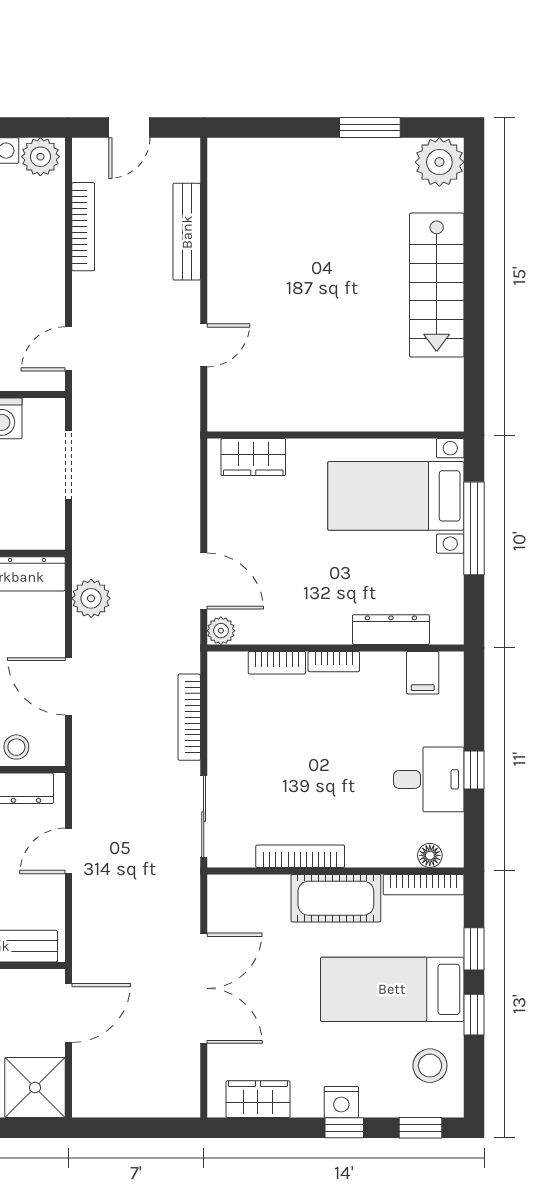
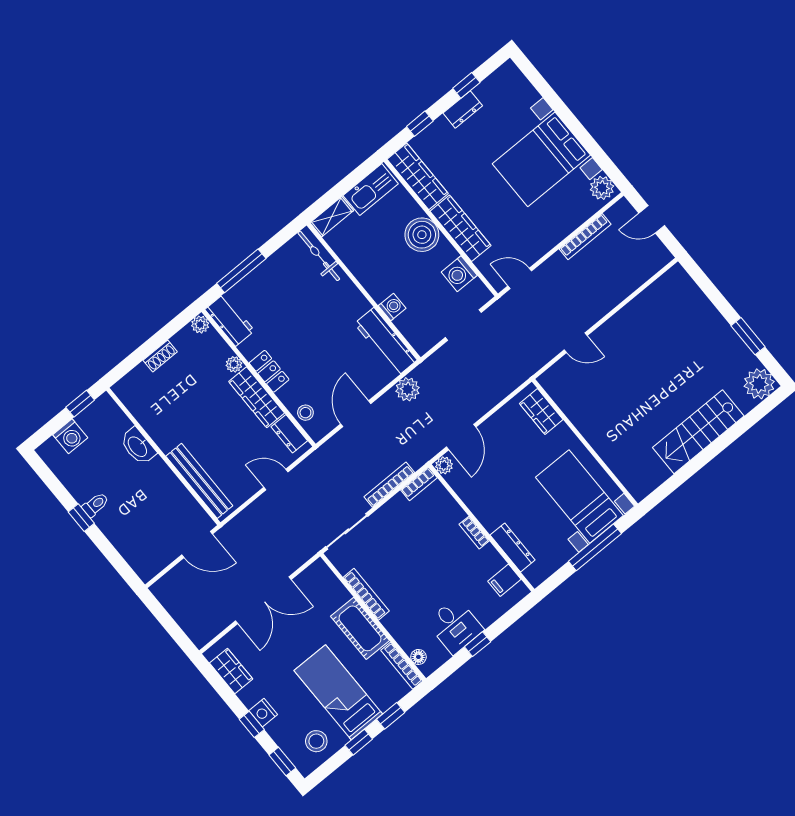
bench: (187, 232) -> (624, 289), removed
bookcase: (277, 663) -> (419, 484), moved, turned -90
shower: (35, 1088) -> (147, 558), removed

